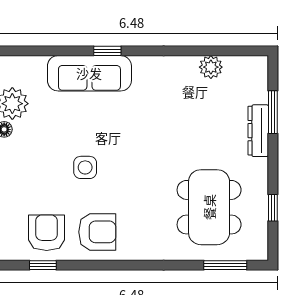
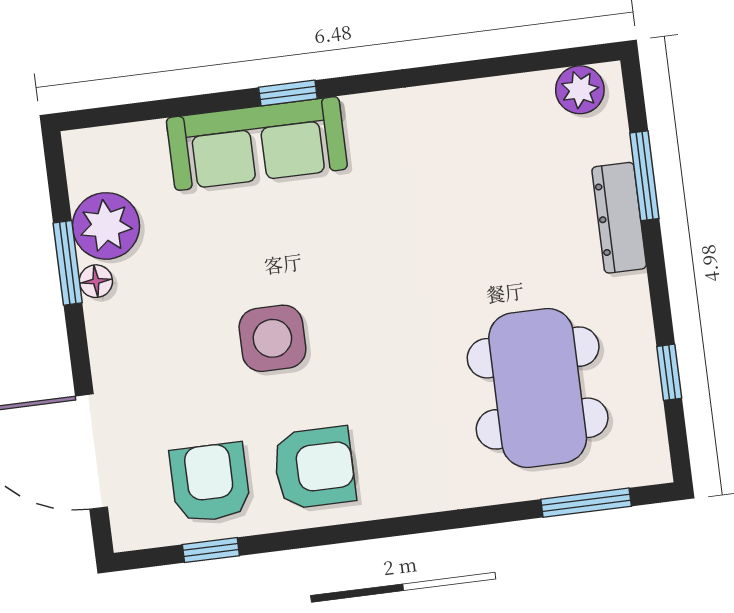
plant: (211, 67) -> (580, 90), moved
side table: (85, 167) -> (272, 338), width x1.37, depth x1.37

